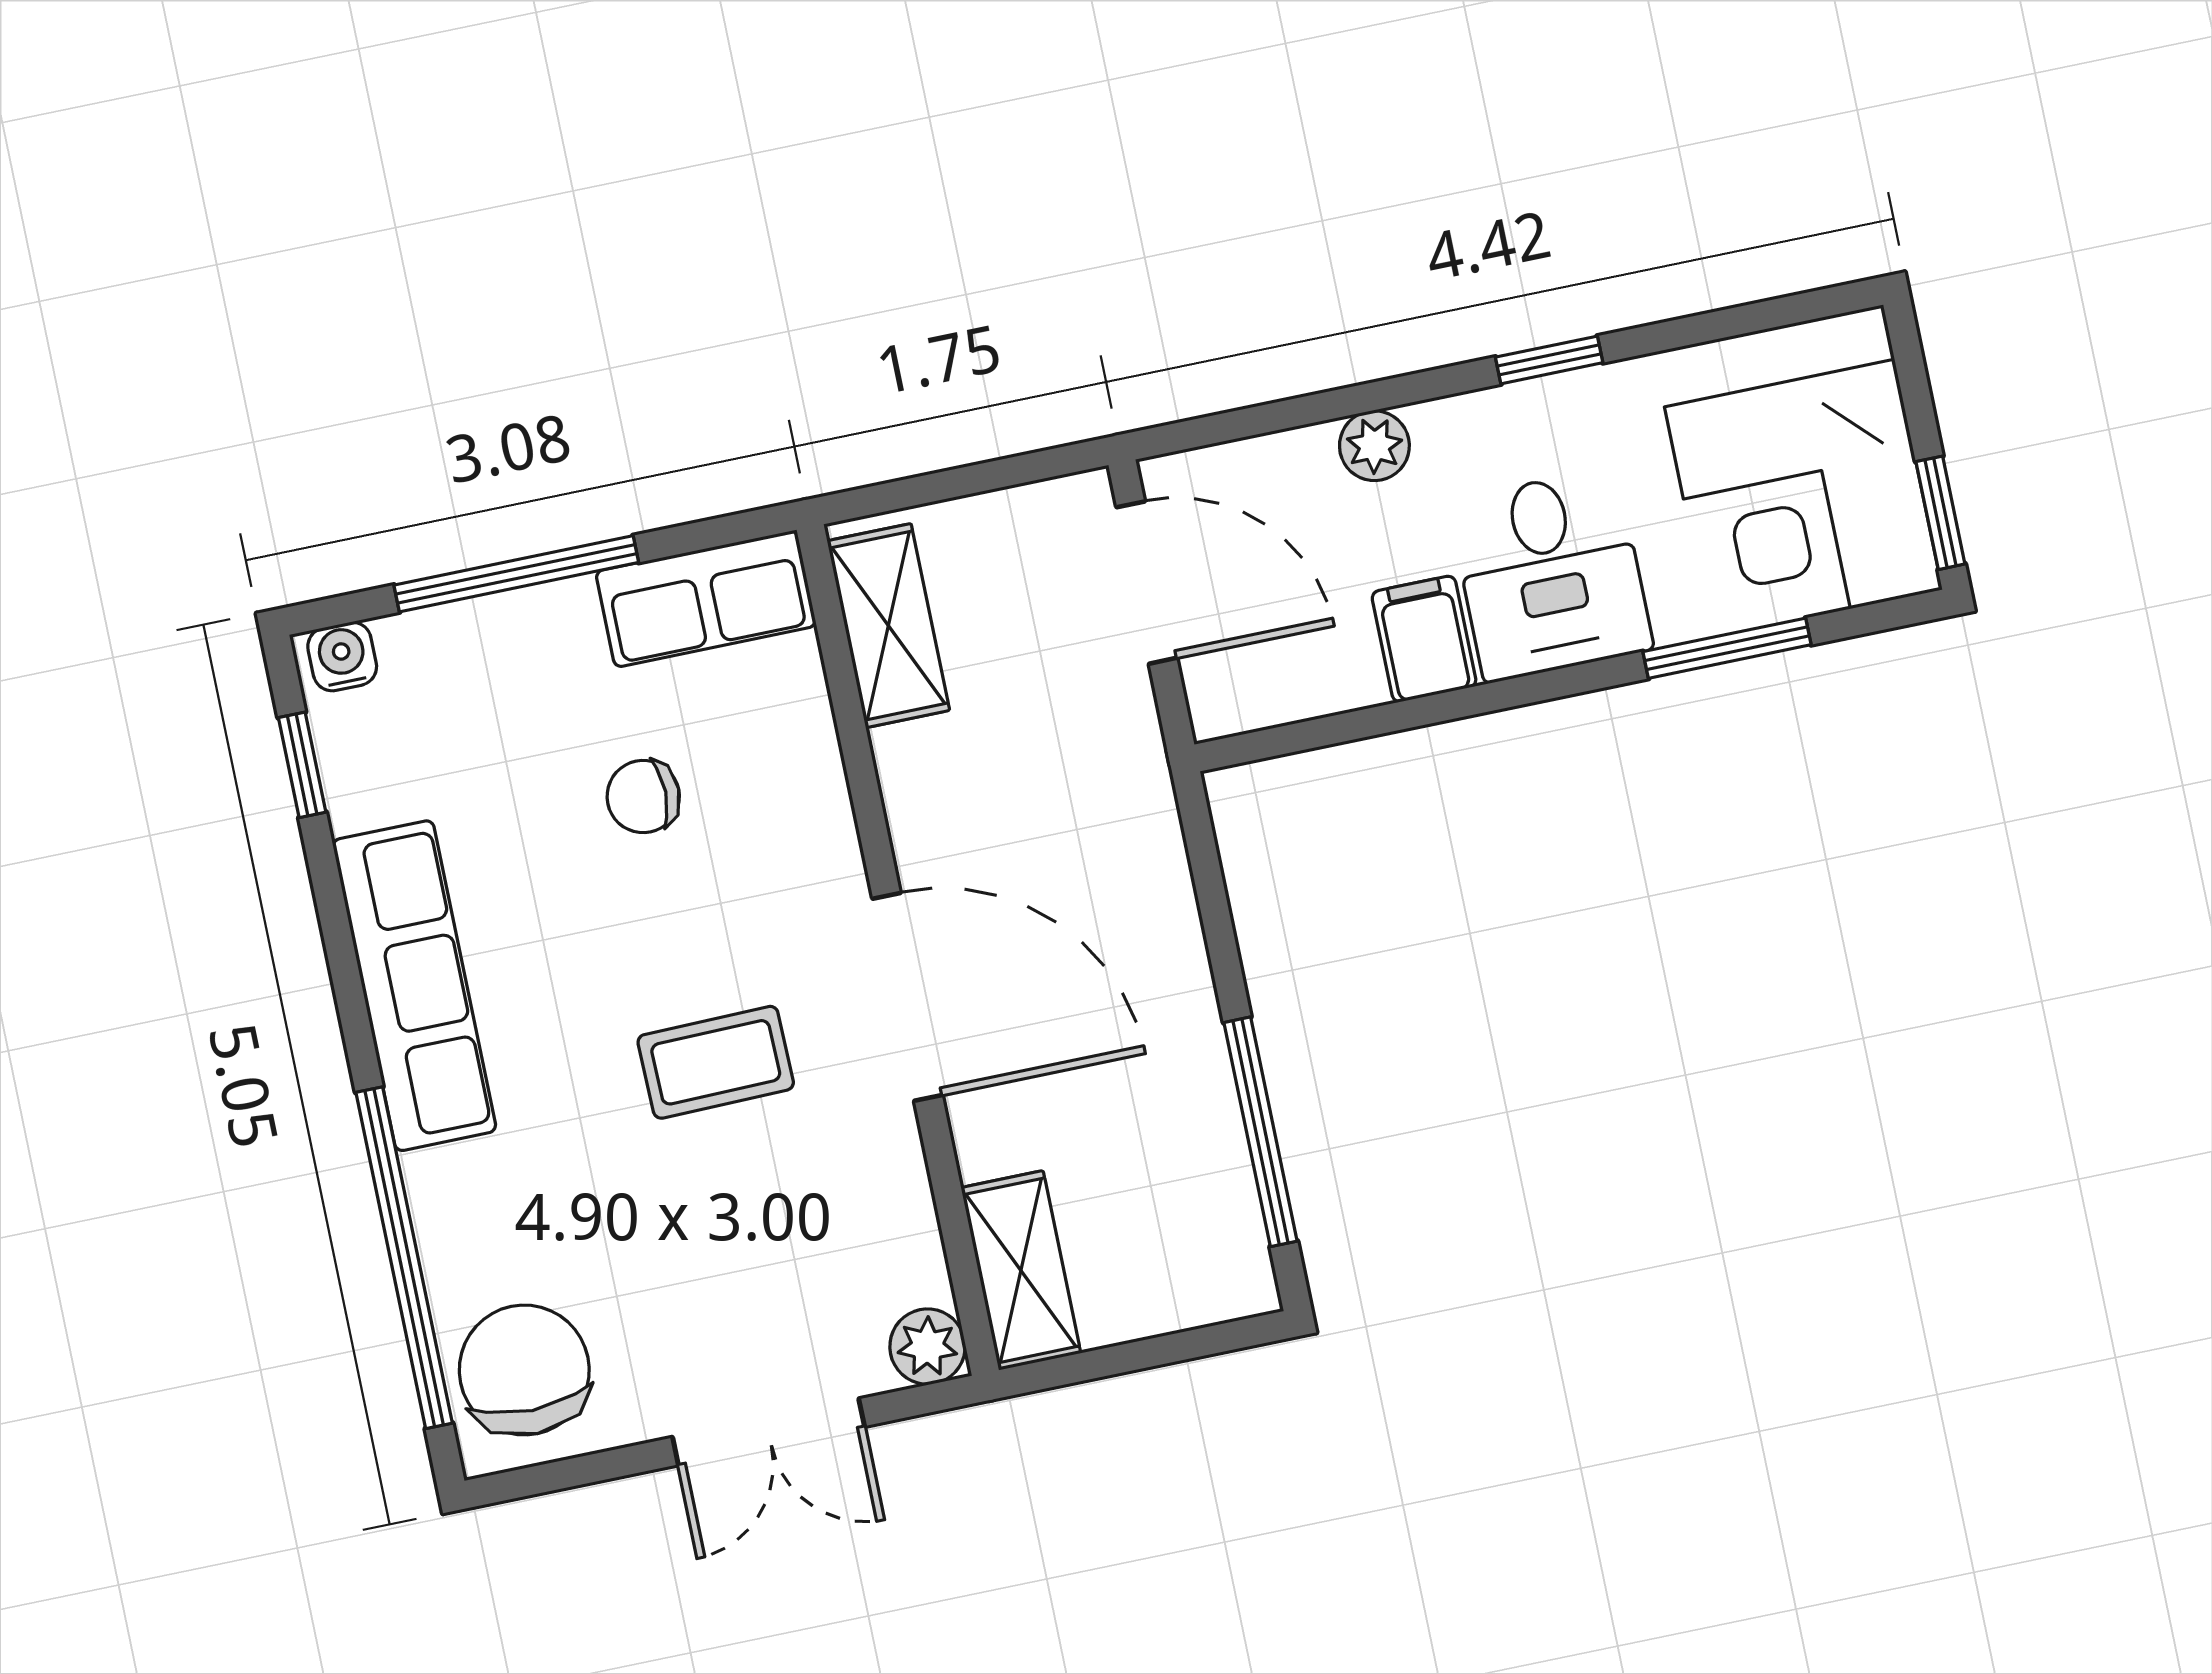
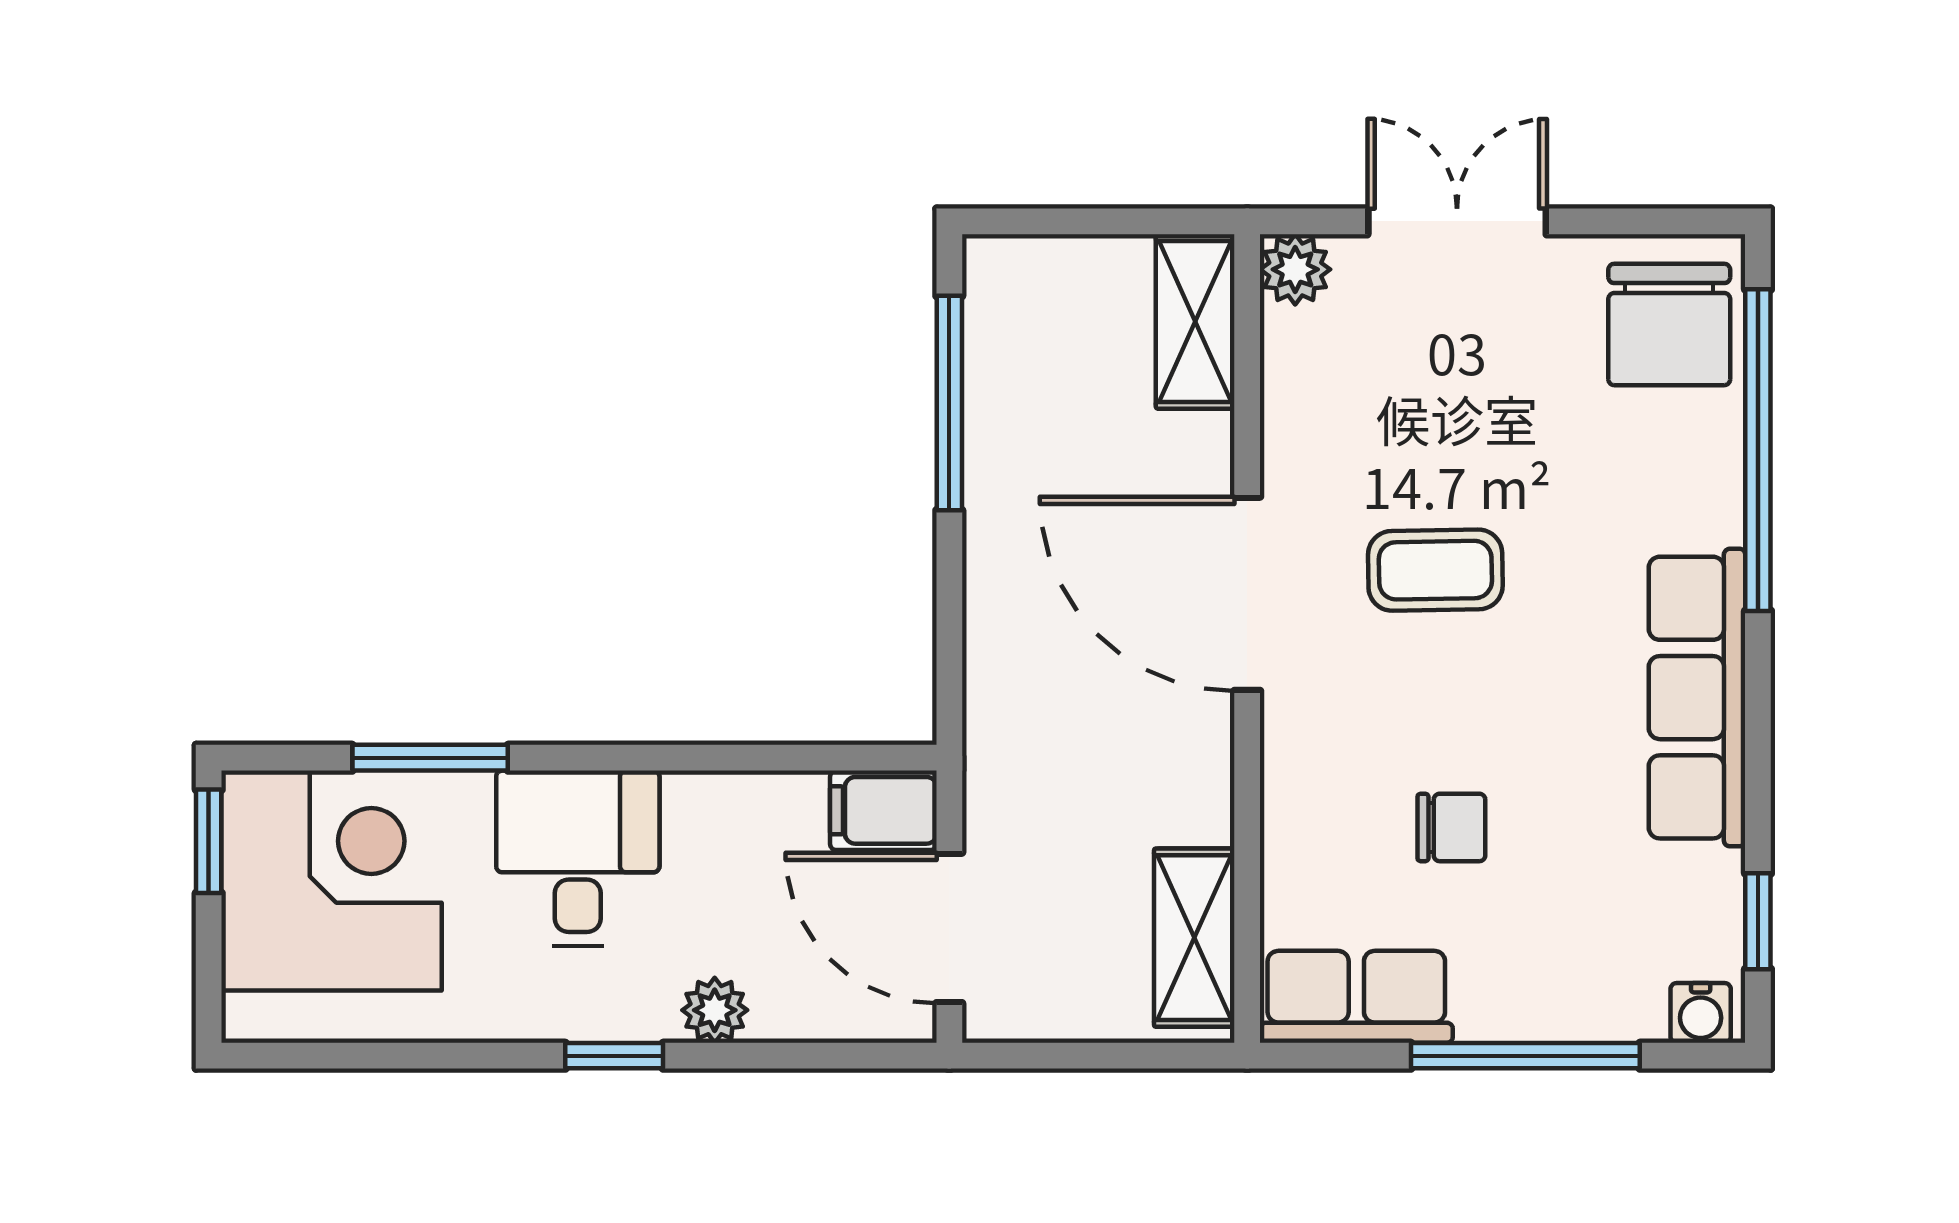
window: (1549, 360) -> (614, 1056), moved
filing cabinet: (1424, 639) -> (883, 810), moved, turned 90

